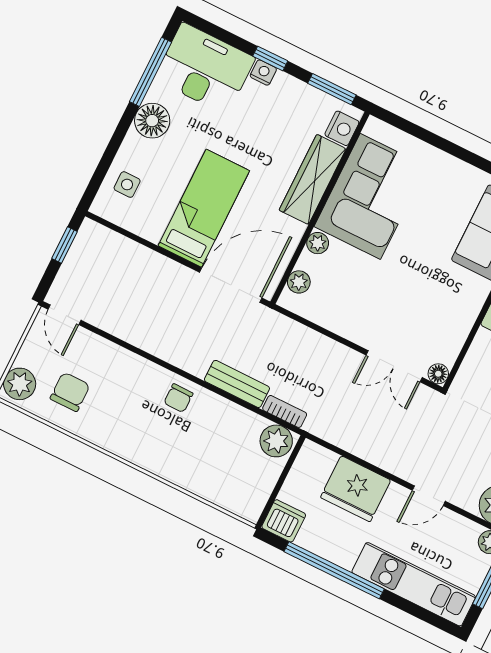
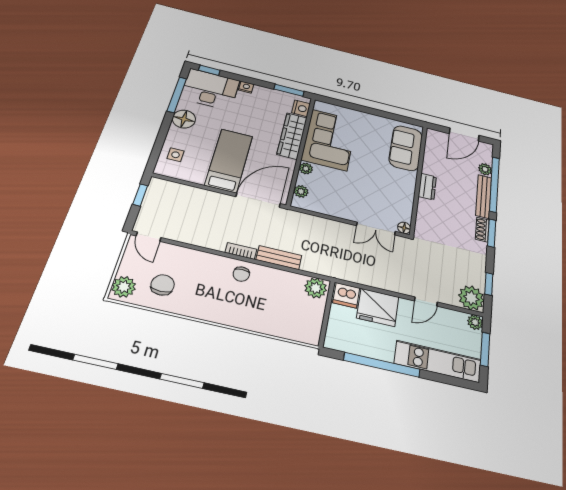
window: (270, 58) -> (209, 70), moved
bookcase: (285, 411) -> (241, 251), moved
dishwasher: (284, 521) -> (346, 295), moved, turned 180

